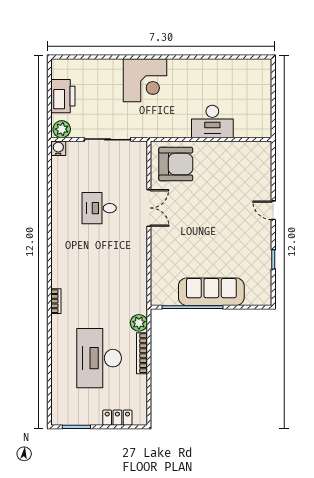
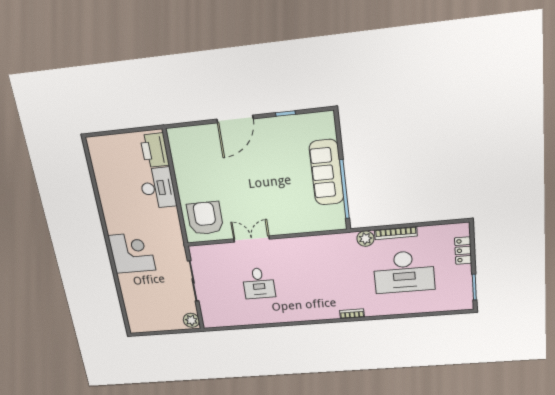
printer: (63, 96) -> (155, 150), moved, turned -90
water cooler: (58, 148) -> (209, 322), removed
door: (273, 210) -> (235, 119), width x1.88

